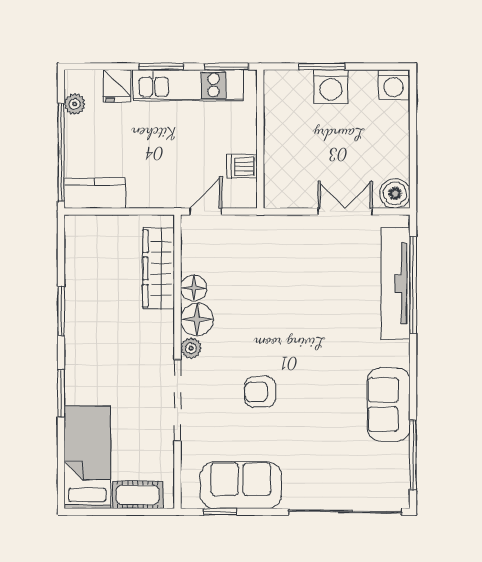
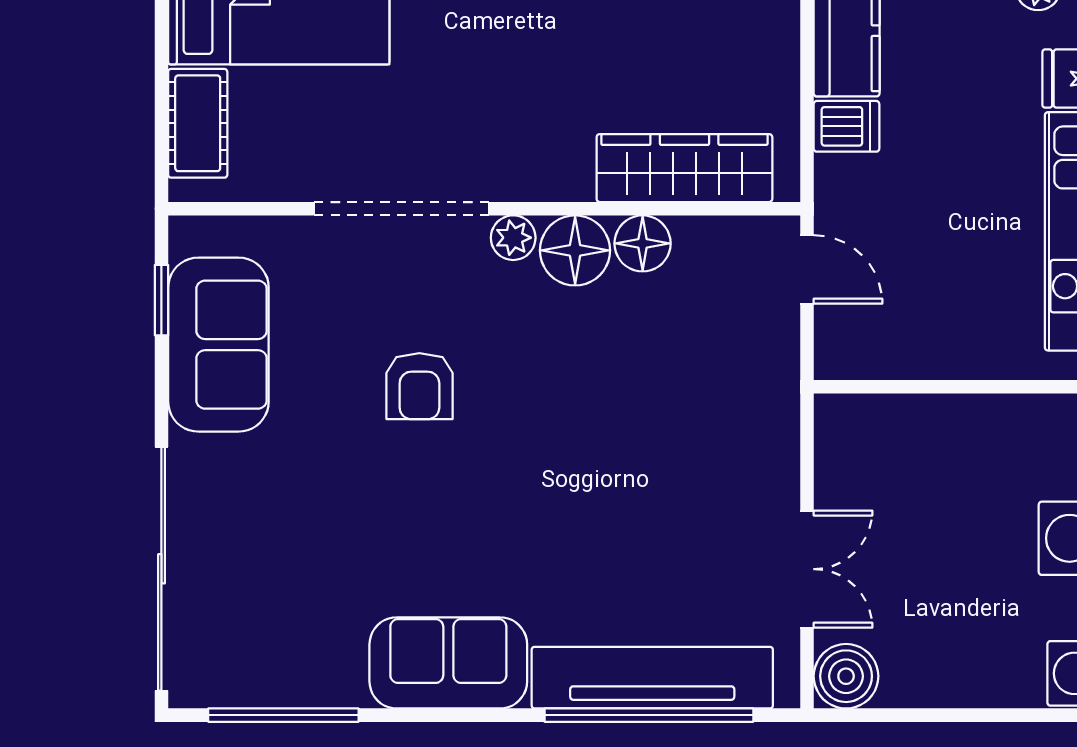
dishwasher: (242, 167) -> (847, 126), moved, turned 90
armchair: (260, 392) -> (419, 386), turned 180
sofa: (389, 405) -> (448, 663), moved

